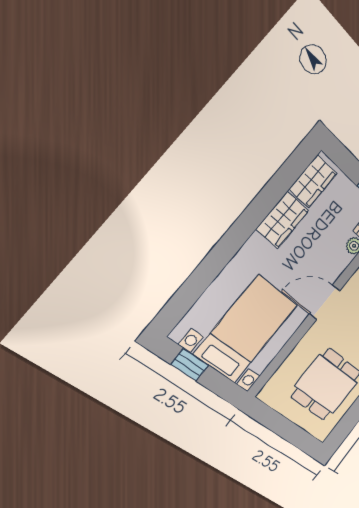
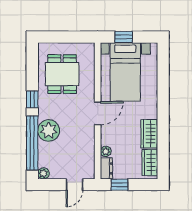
window: (190, 365) -> (124, 37), moved

